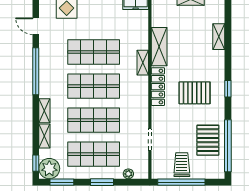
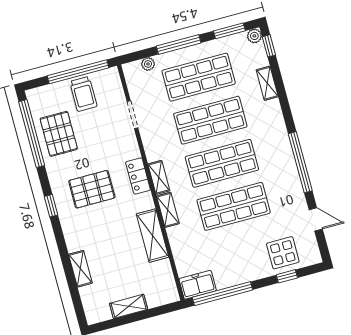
locker: (158, 87) -> (138, 176), width x0.66
shelving: (44, 111) -> (159, 177), moved
plant: (49, 169) -> (254, 36), width x0.53, depth x0.53
window: (102, 182) -> (179, 45), width x1.44

